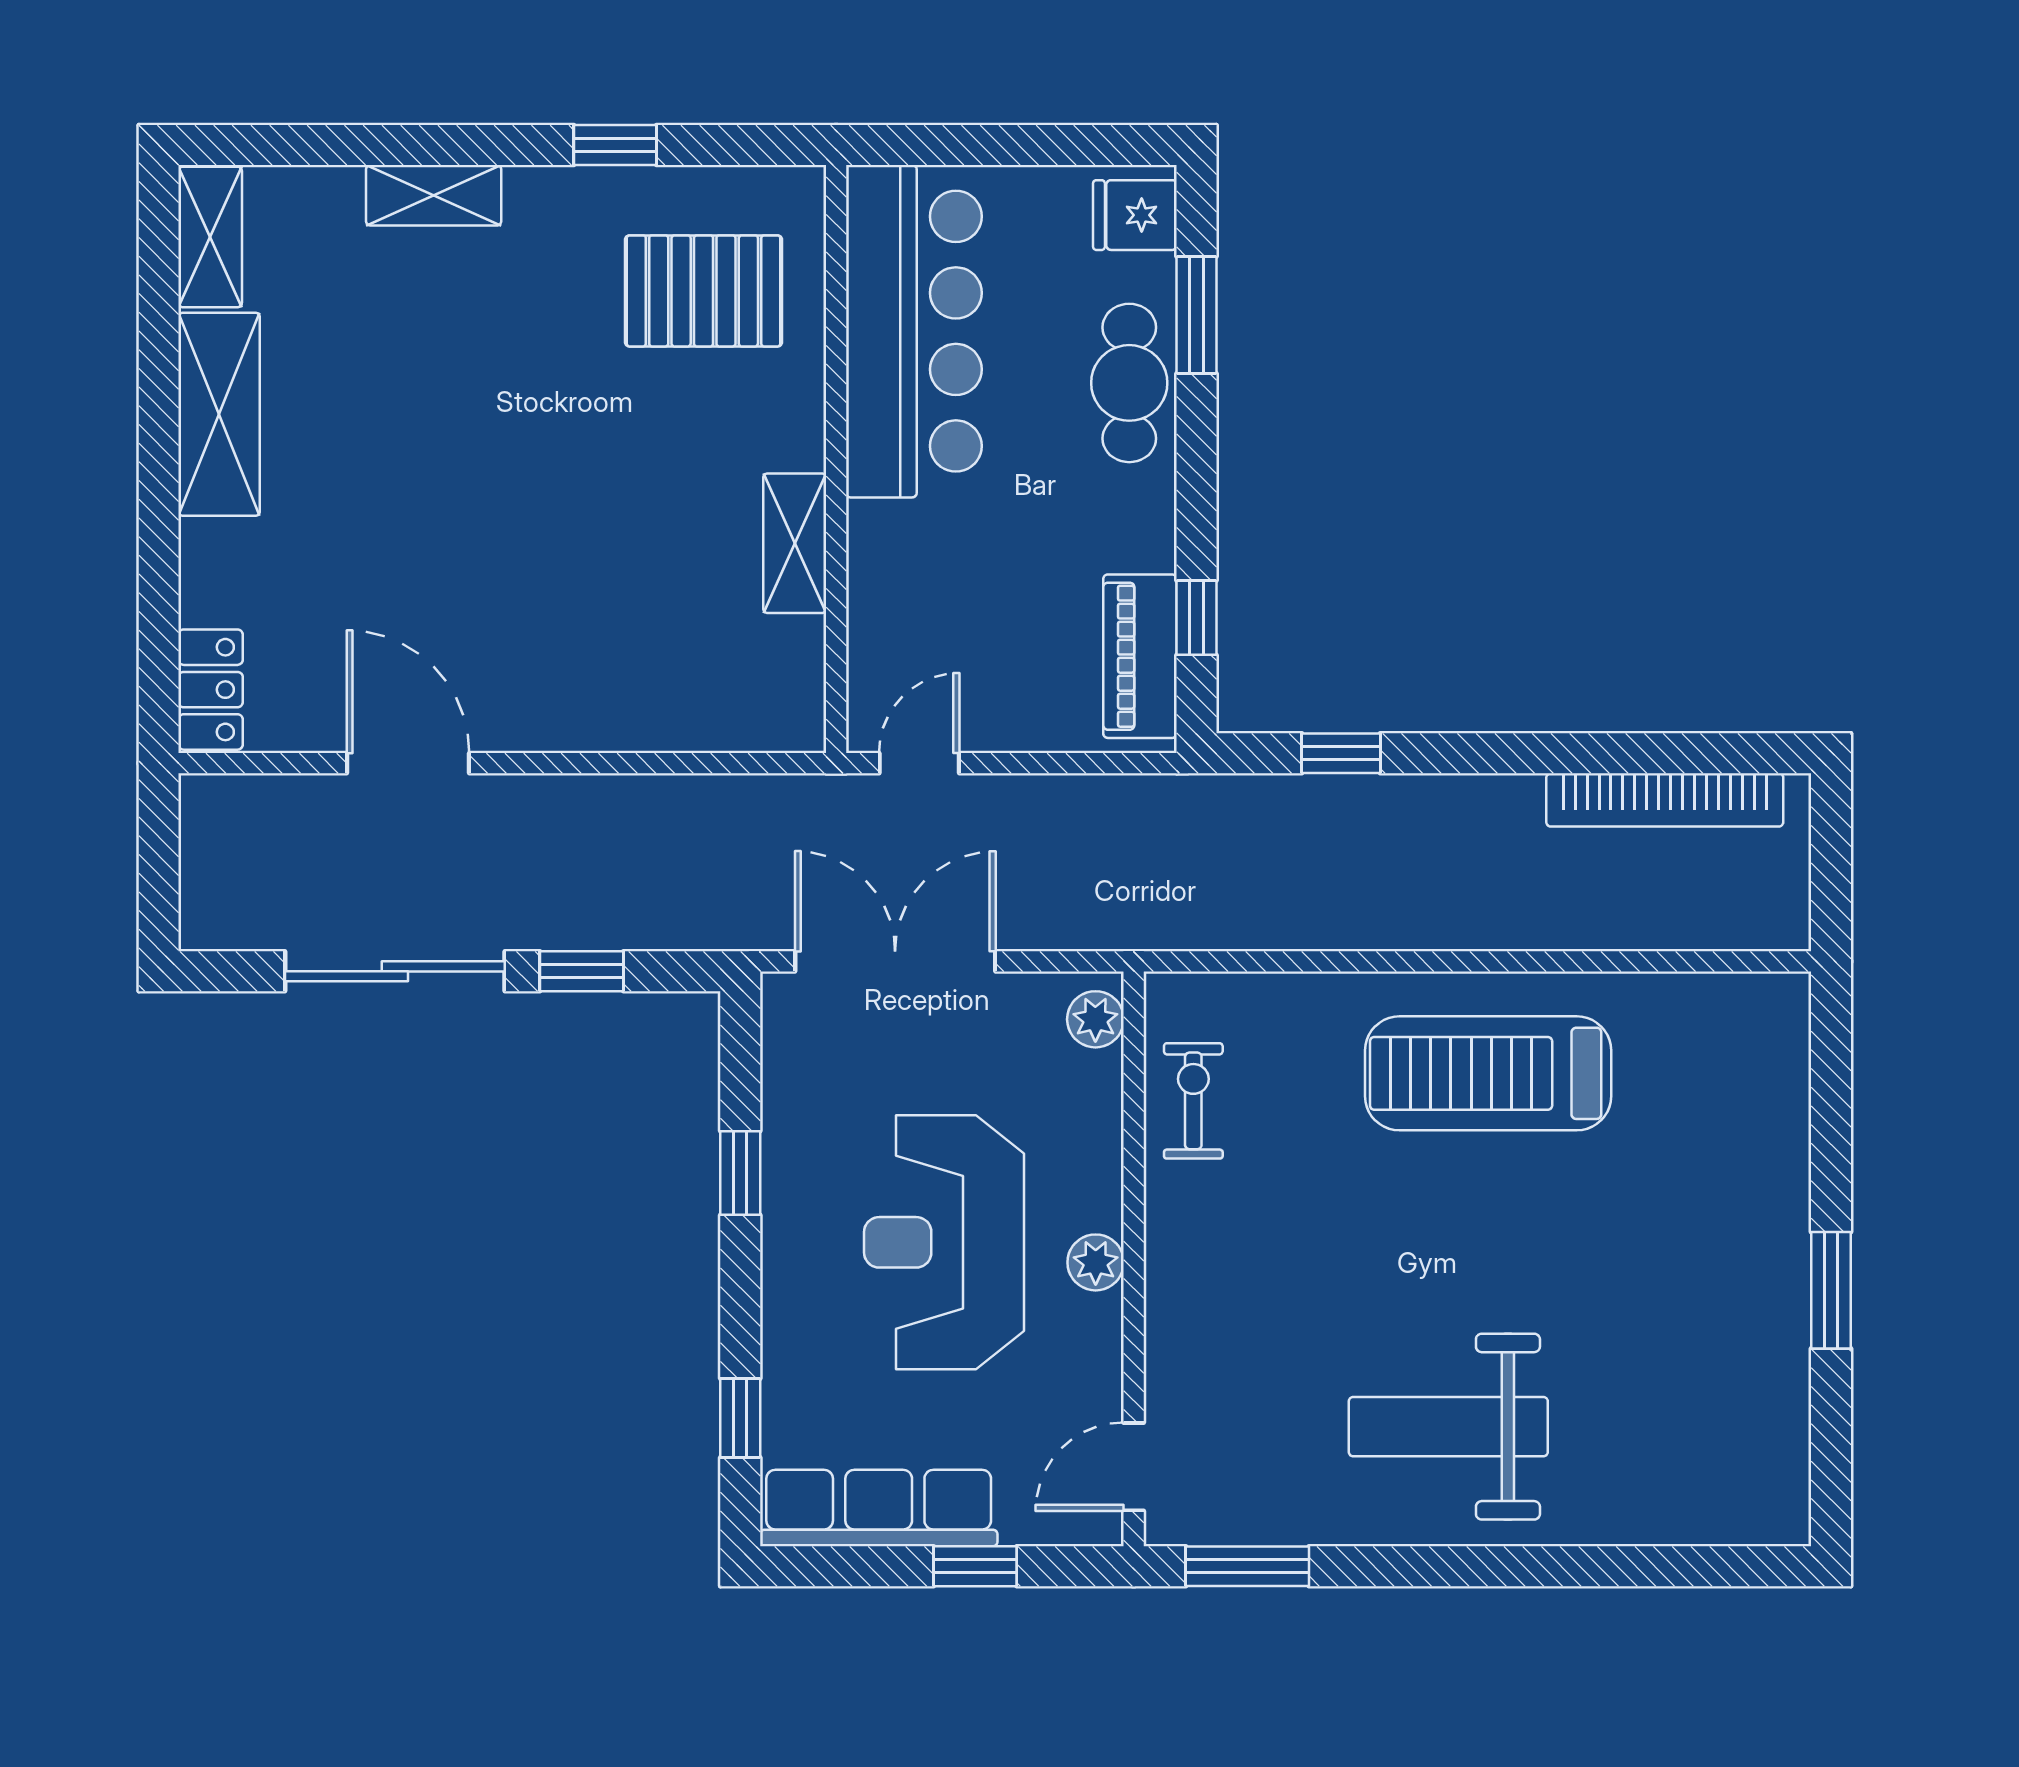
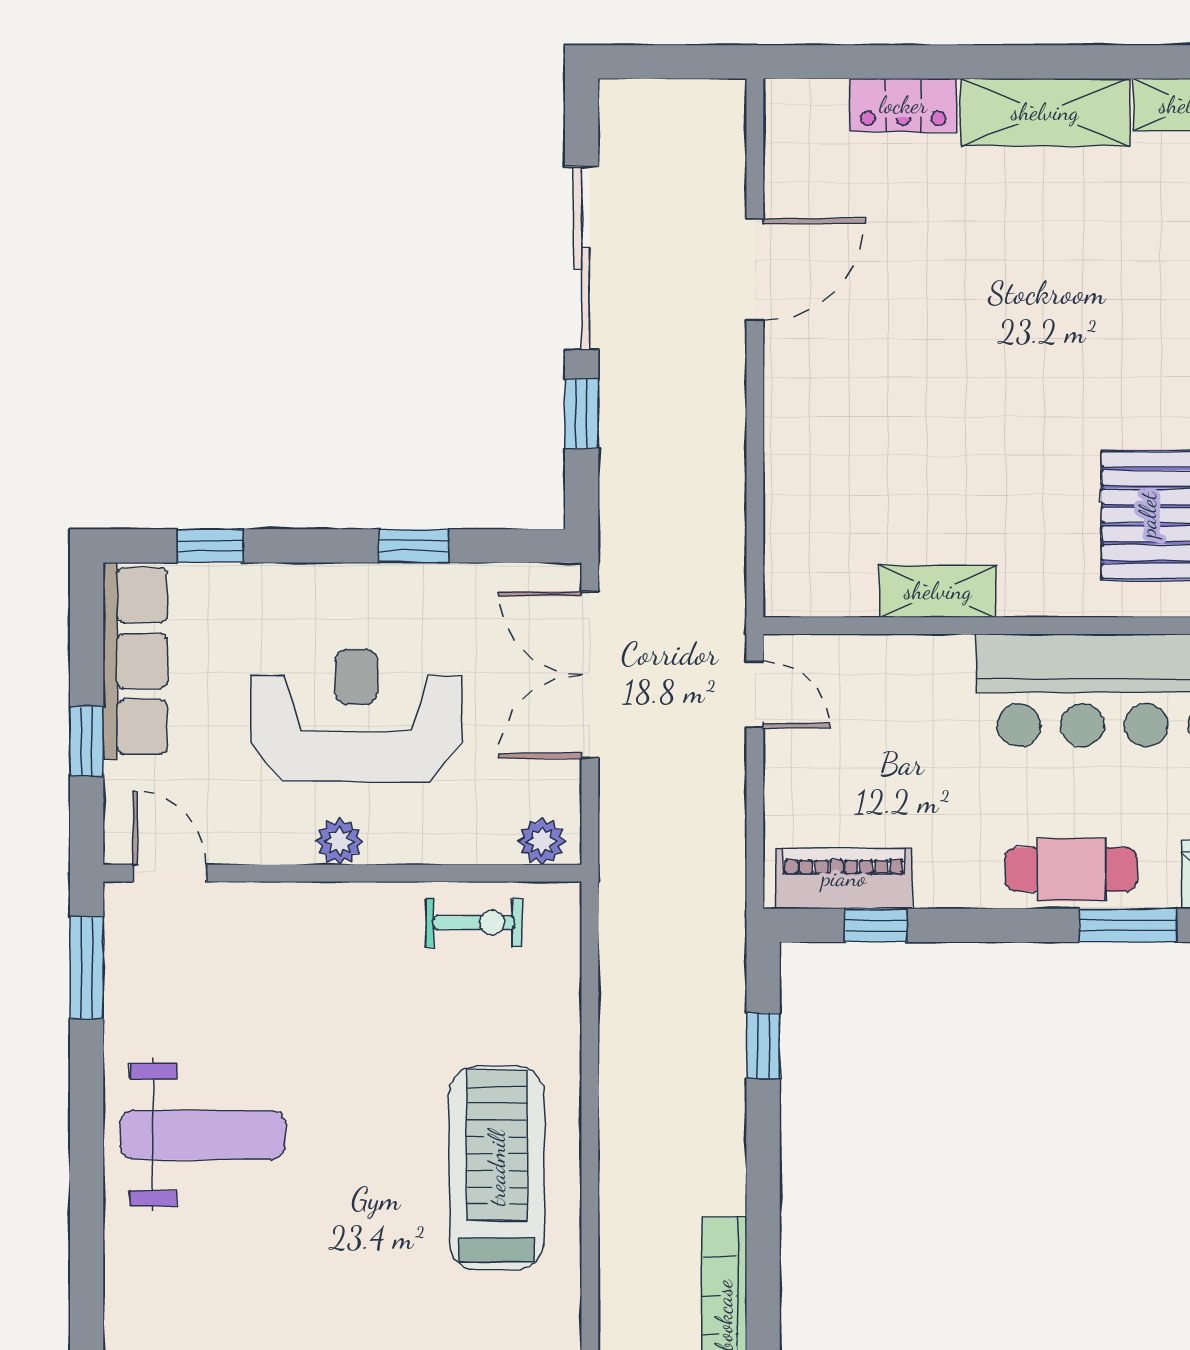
locker: (211, 690) -> (903, 105), moved
double door: (895, 961) -> (590, 675), swing flipped
weight bench: (1448, 1427) -> (203, 1135), turned 90

